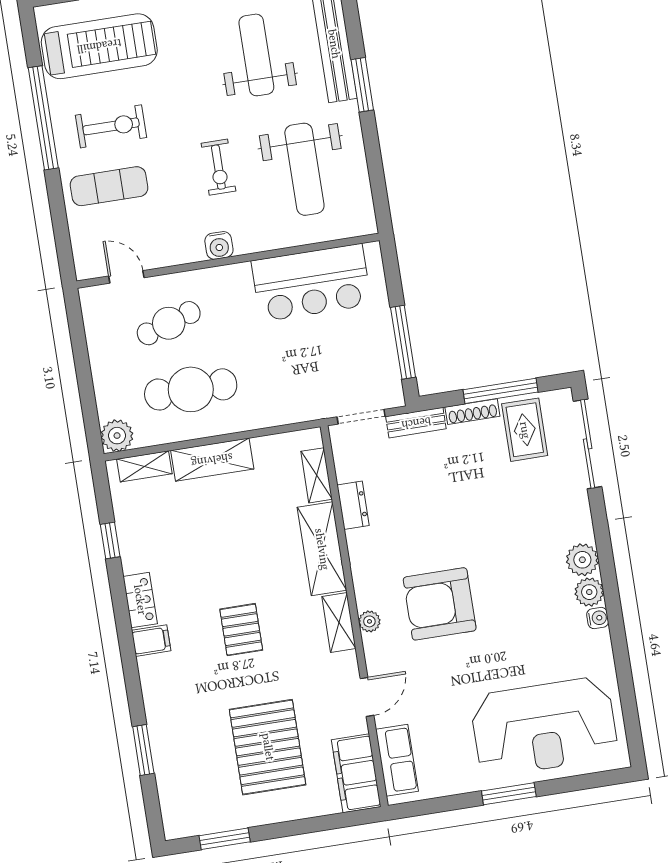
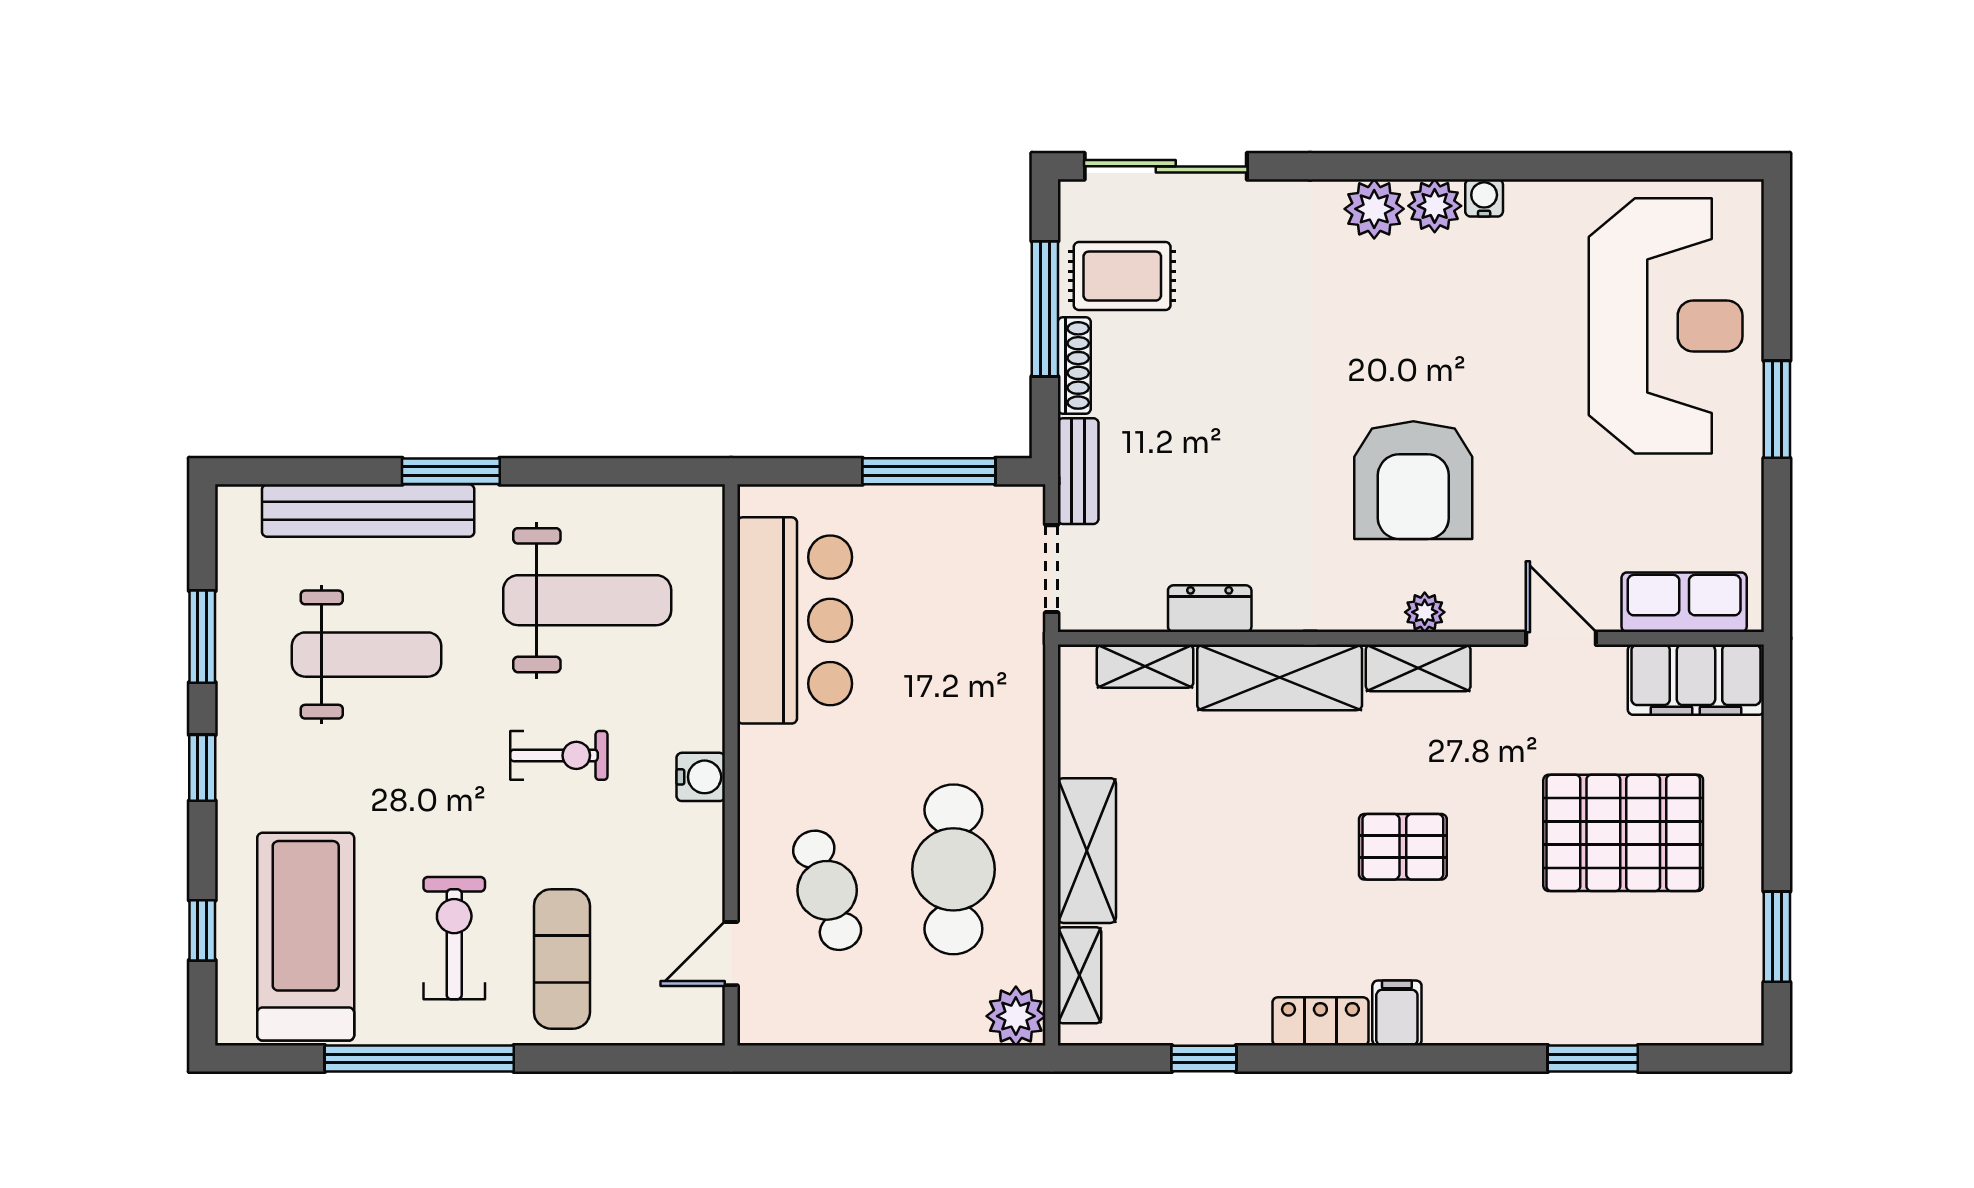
weight bench: (256, 55) -> (367, 655), turned 180

